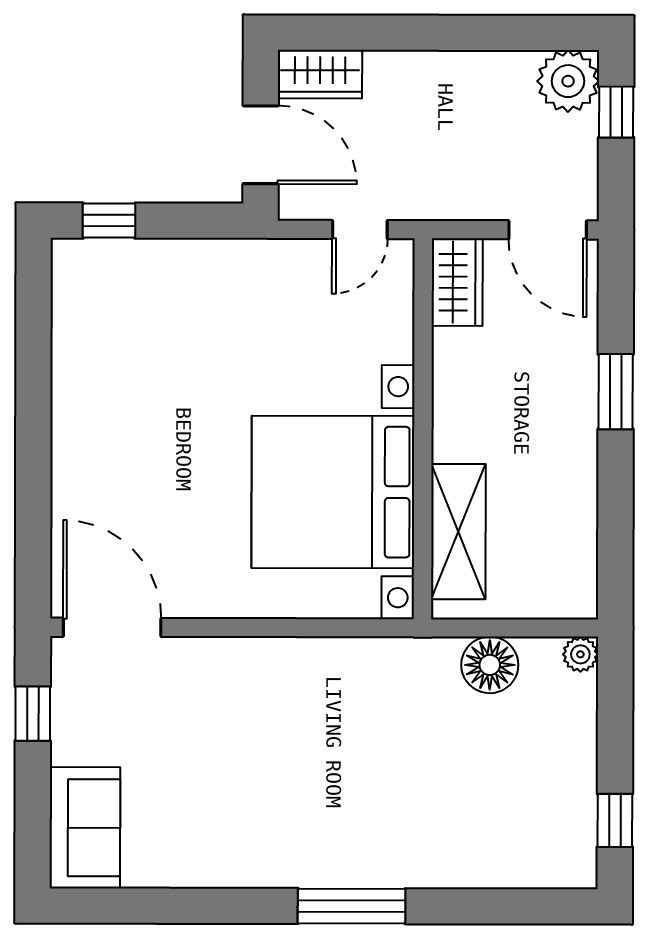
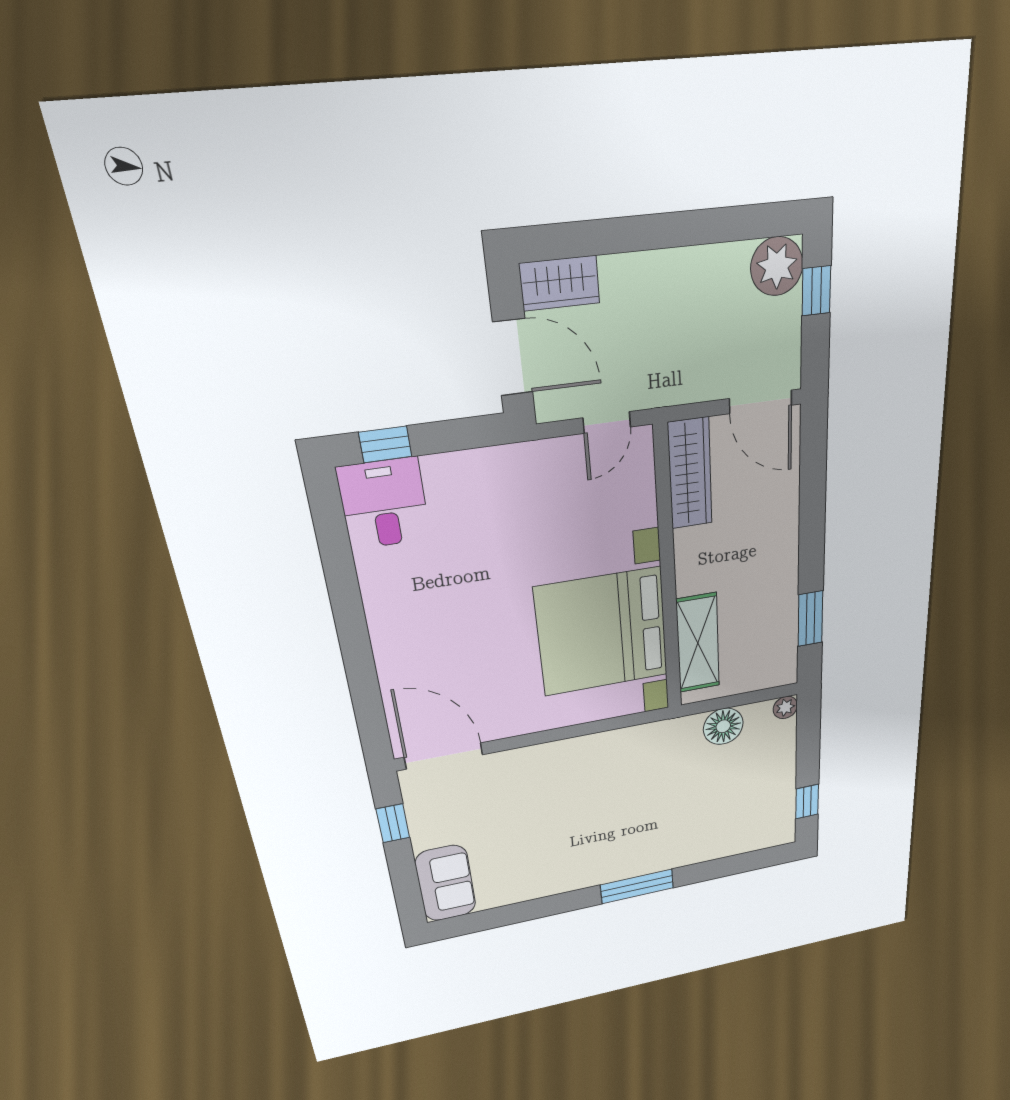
wardrobe: (457, 282) -> (690, 474), width x1.50
desk: (96, 287) -> (384, 504), added
window: (616, 392) -> (810, 619), moved

